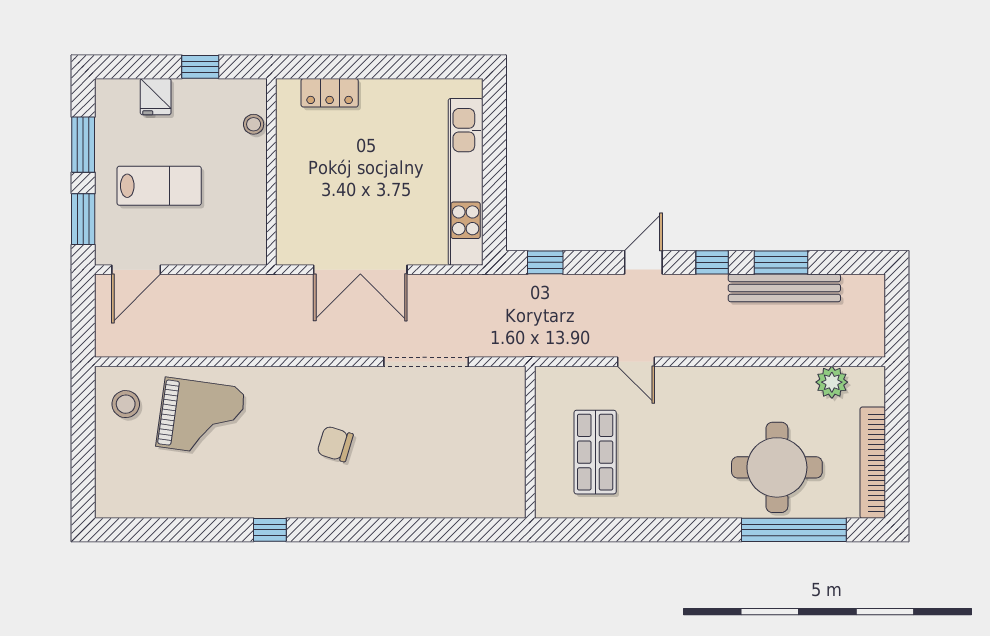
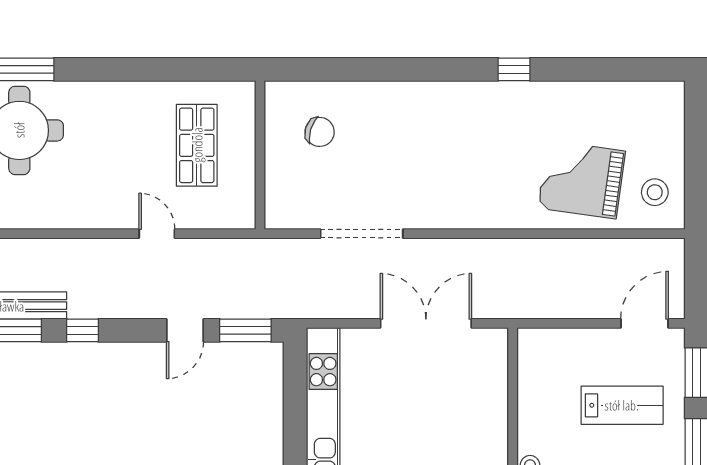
lab bench: (159, 186) -> (622, 405), turned 180
window: (545, 262) -> (245, 330), width x1.50
door: (643, 262) -> (185, 330), moved
chair: (335, 444) -> (320, 132), moved

